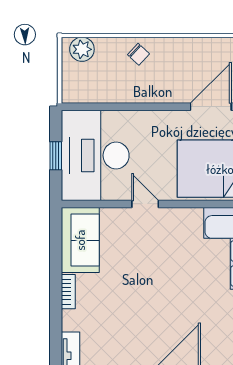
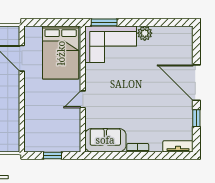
desk: (95, 155) -> (52, 131), removed

